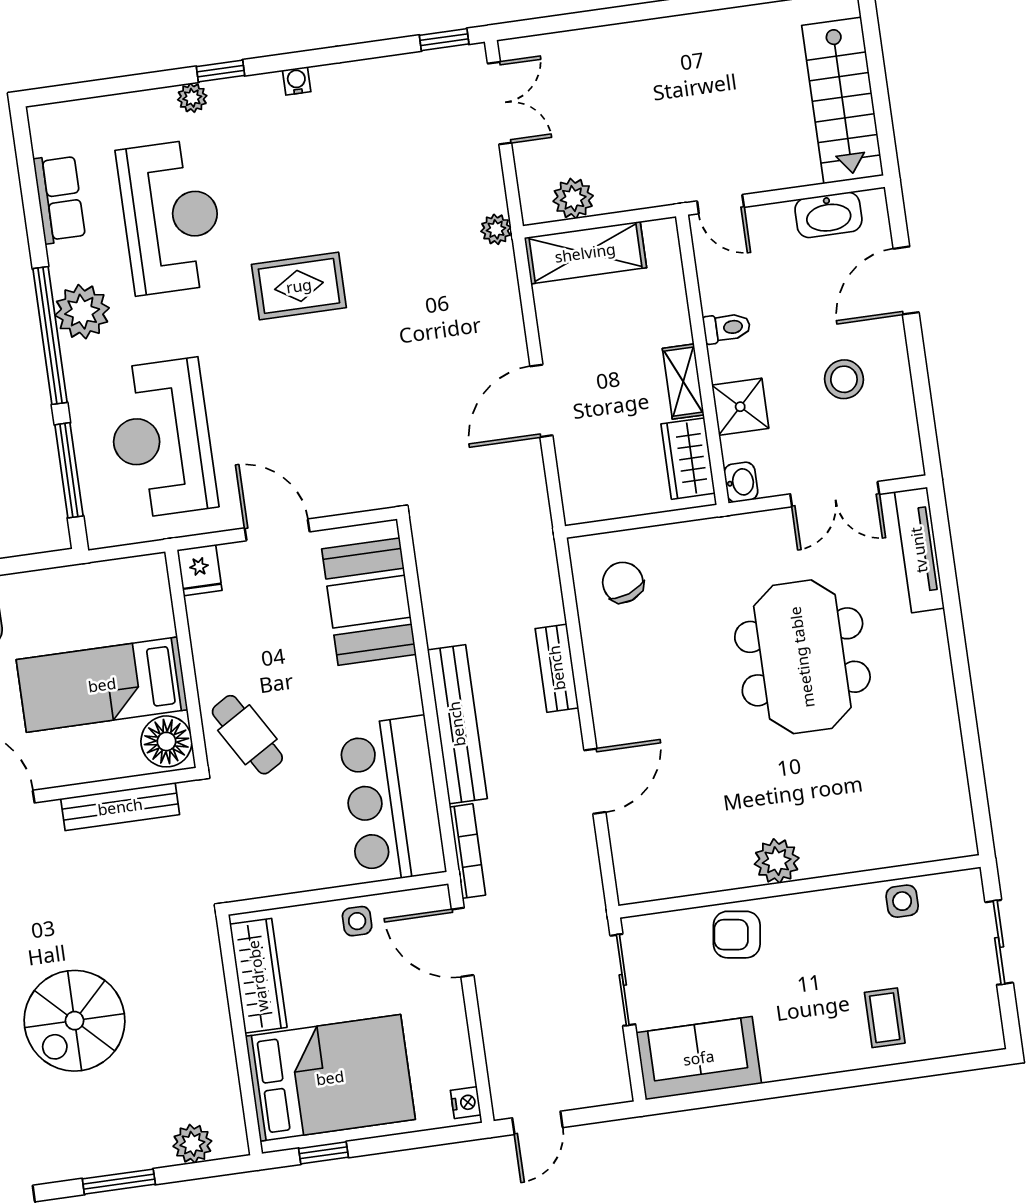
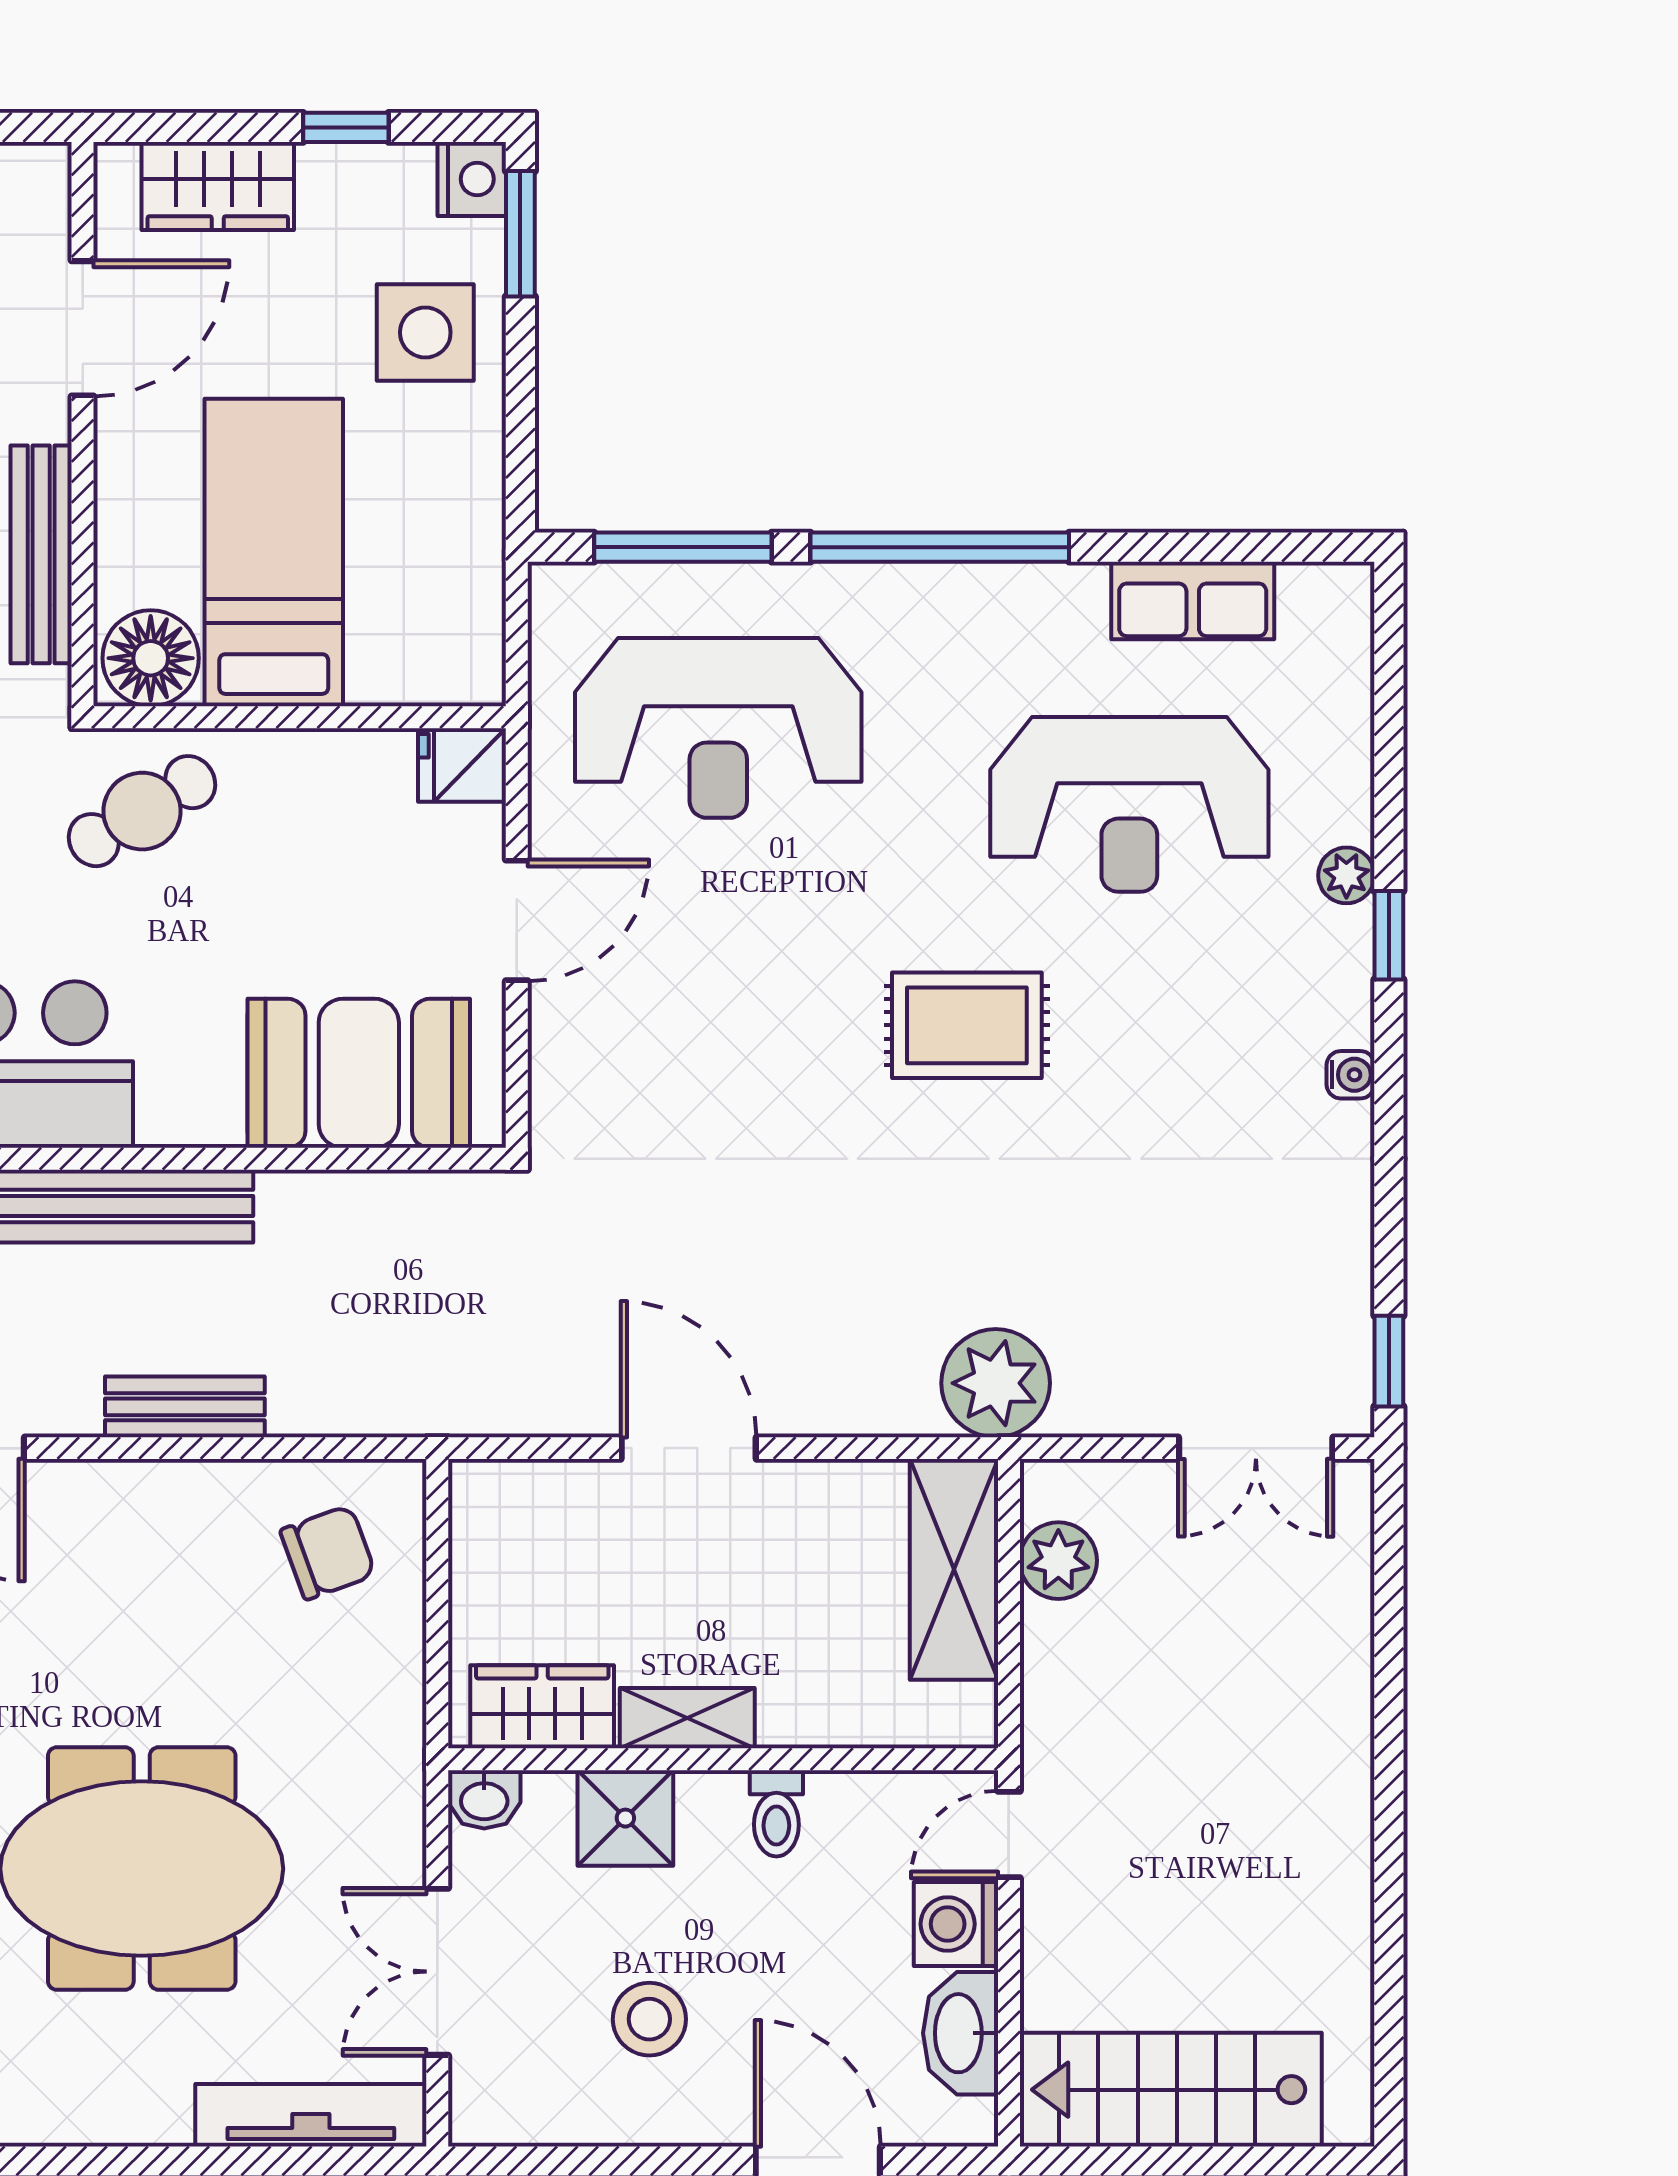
washing machine: (771, 225) -> (956, 1924), added
plant: (496, 229) -> (996, 1383), width x1.88, depth x1.88
rug: (299, 286) -> (967, 1025), turned 90
plant: (82, 312) -> (976, 613), removed
reception desk: (161, 438) -> (718, 728), turned 180

